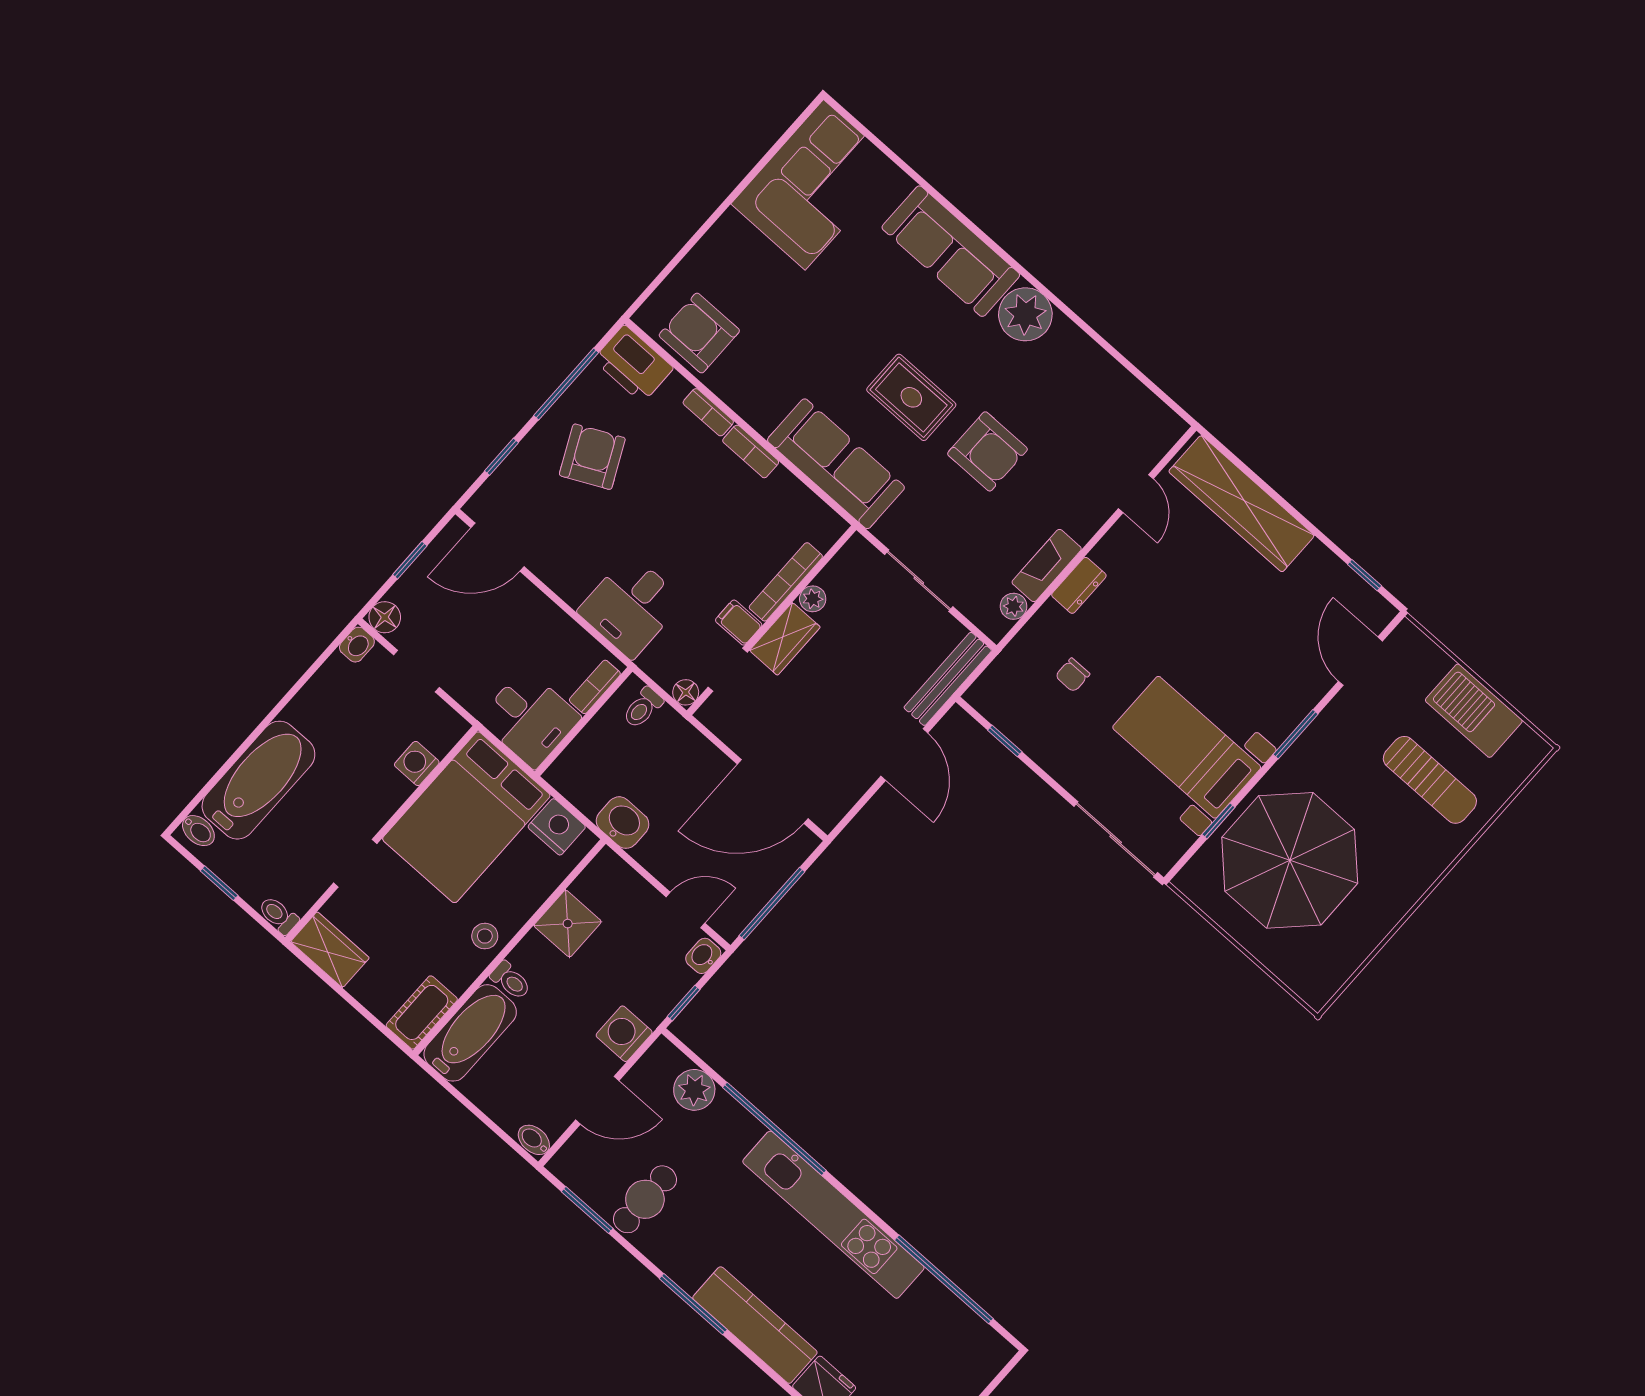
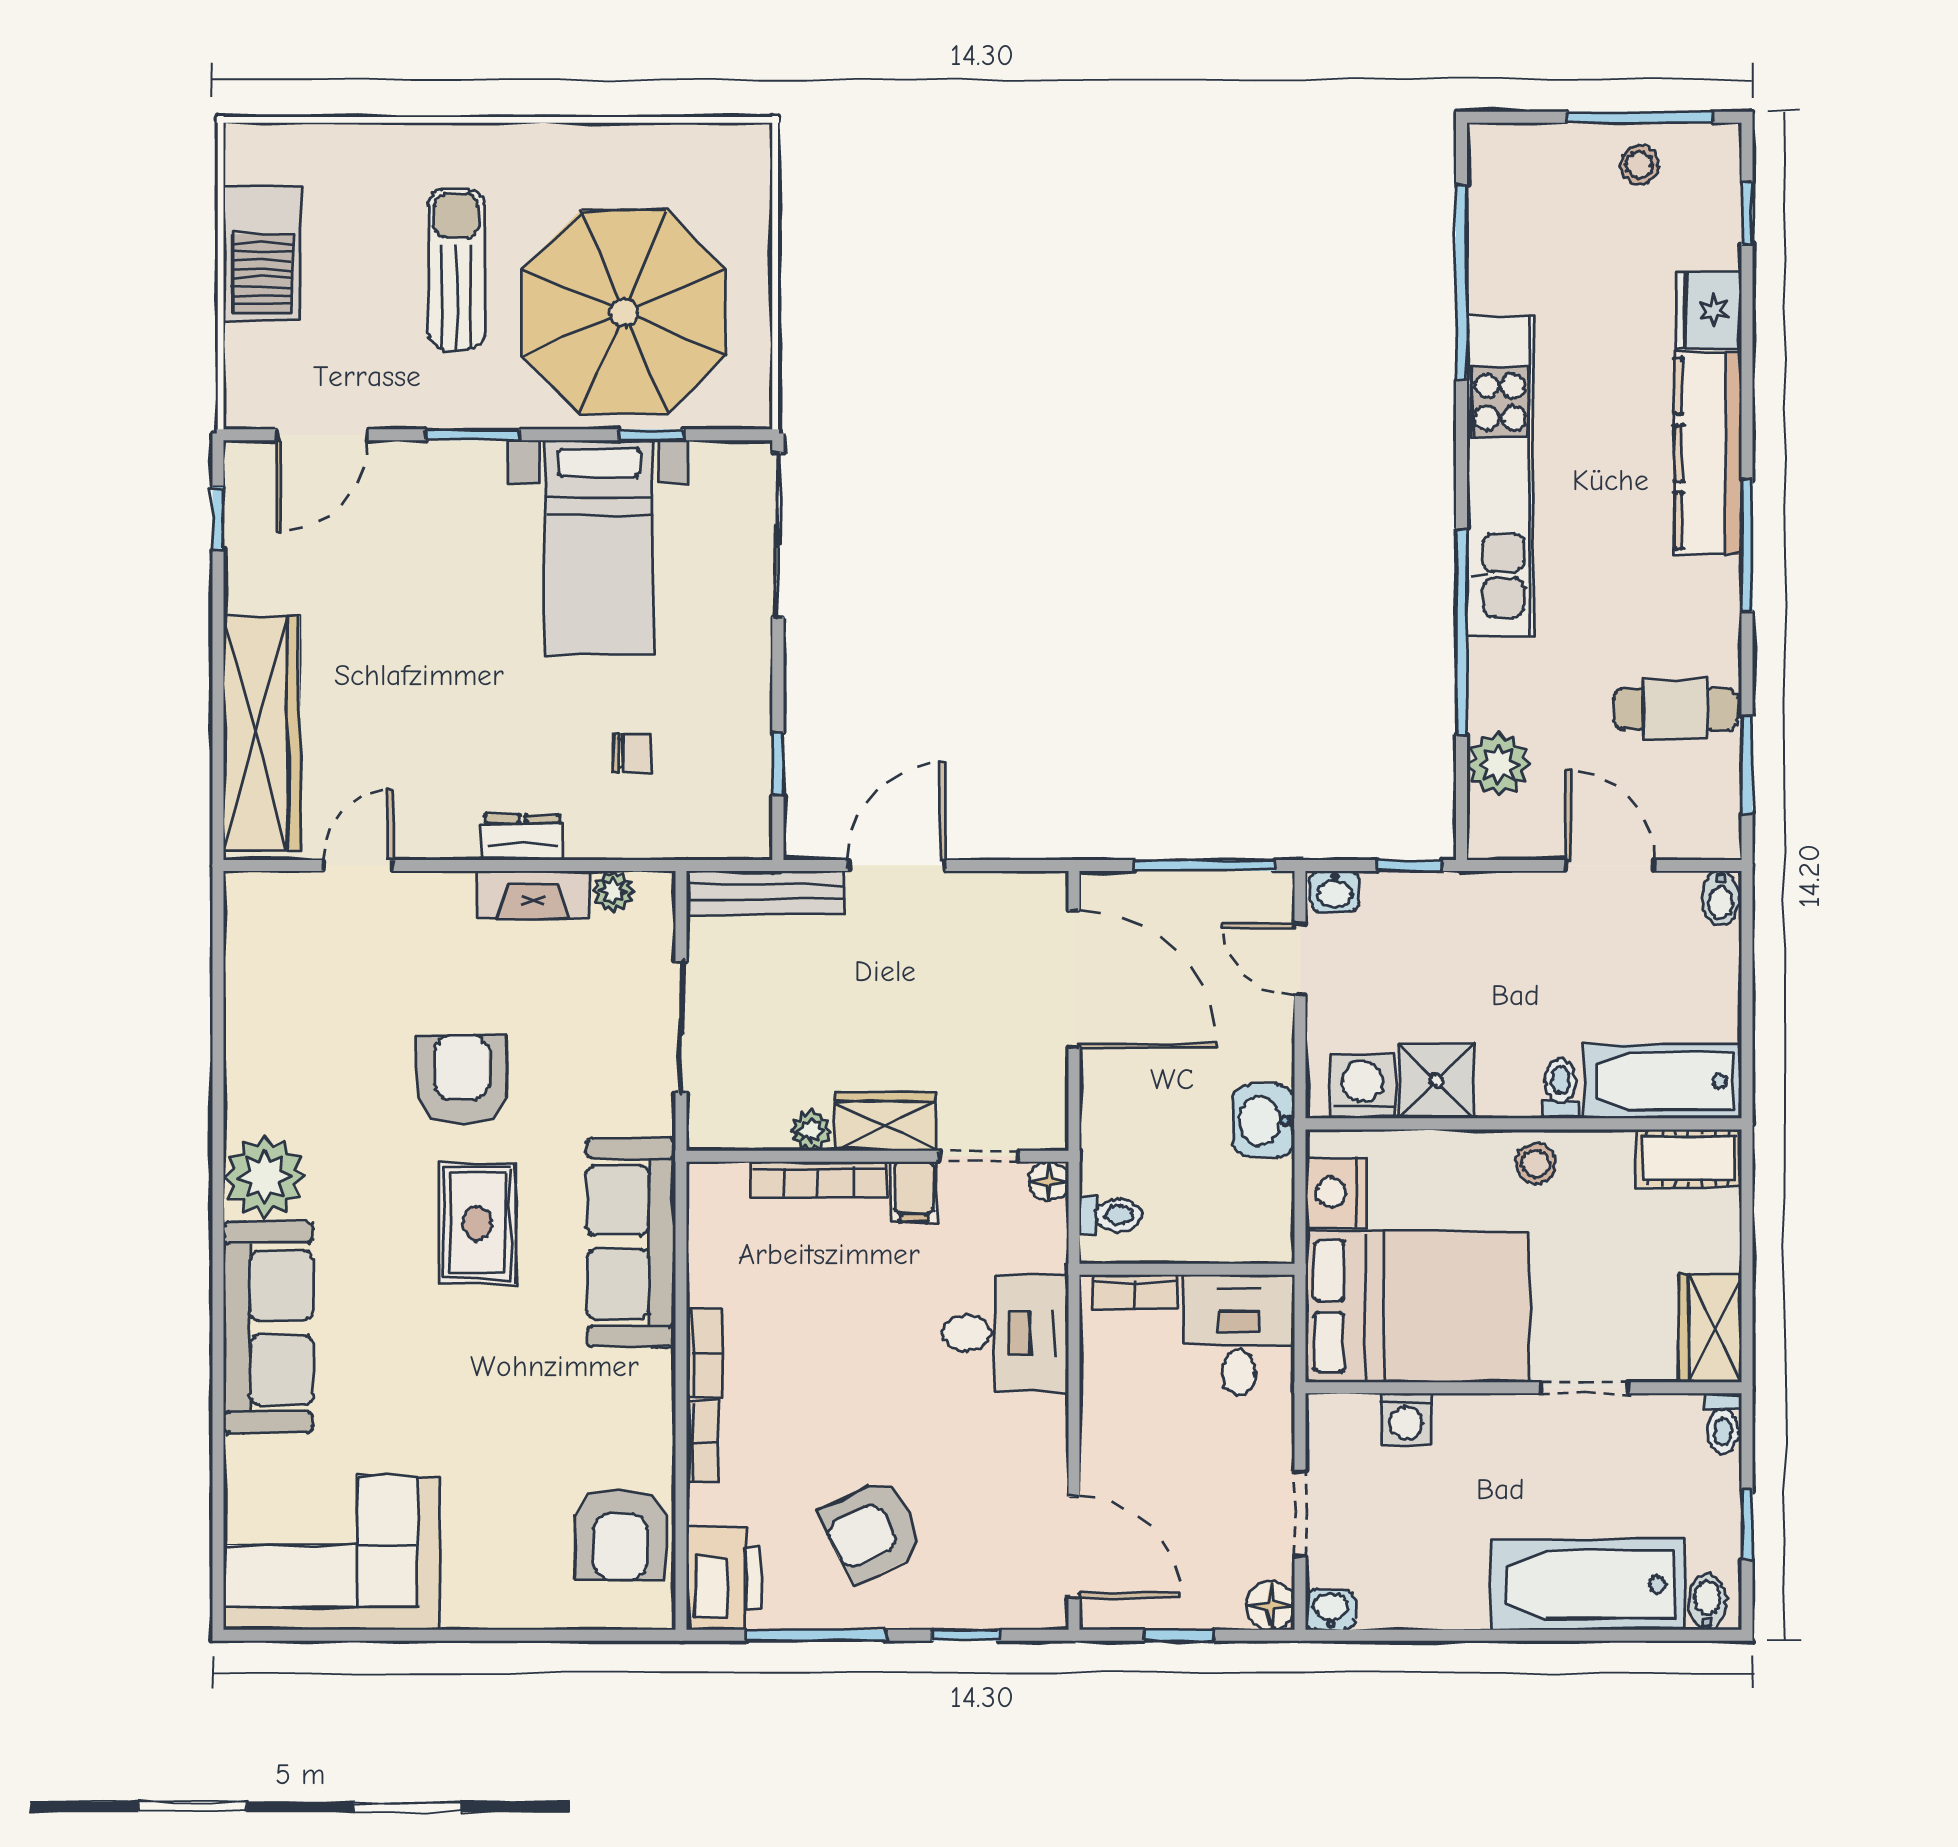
sun lounger: (1430, 780) -> (456, 269), moved
washing machine: (624, 1034) -> (1362, 1087), moved, turned 180

